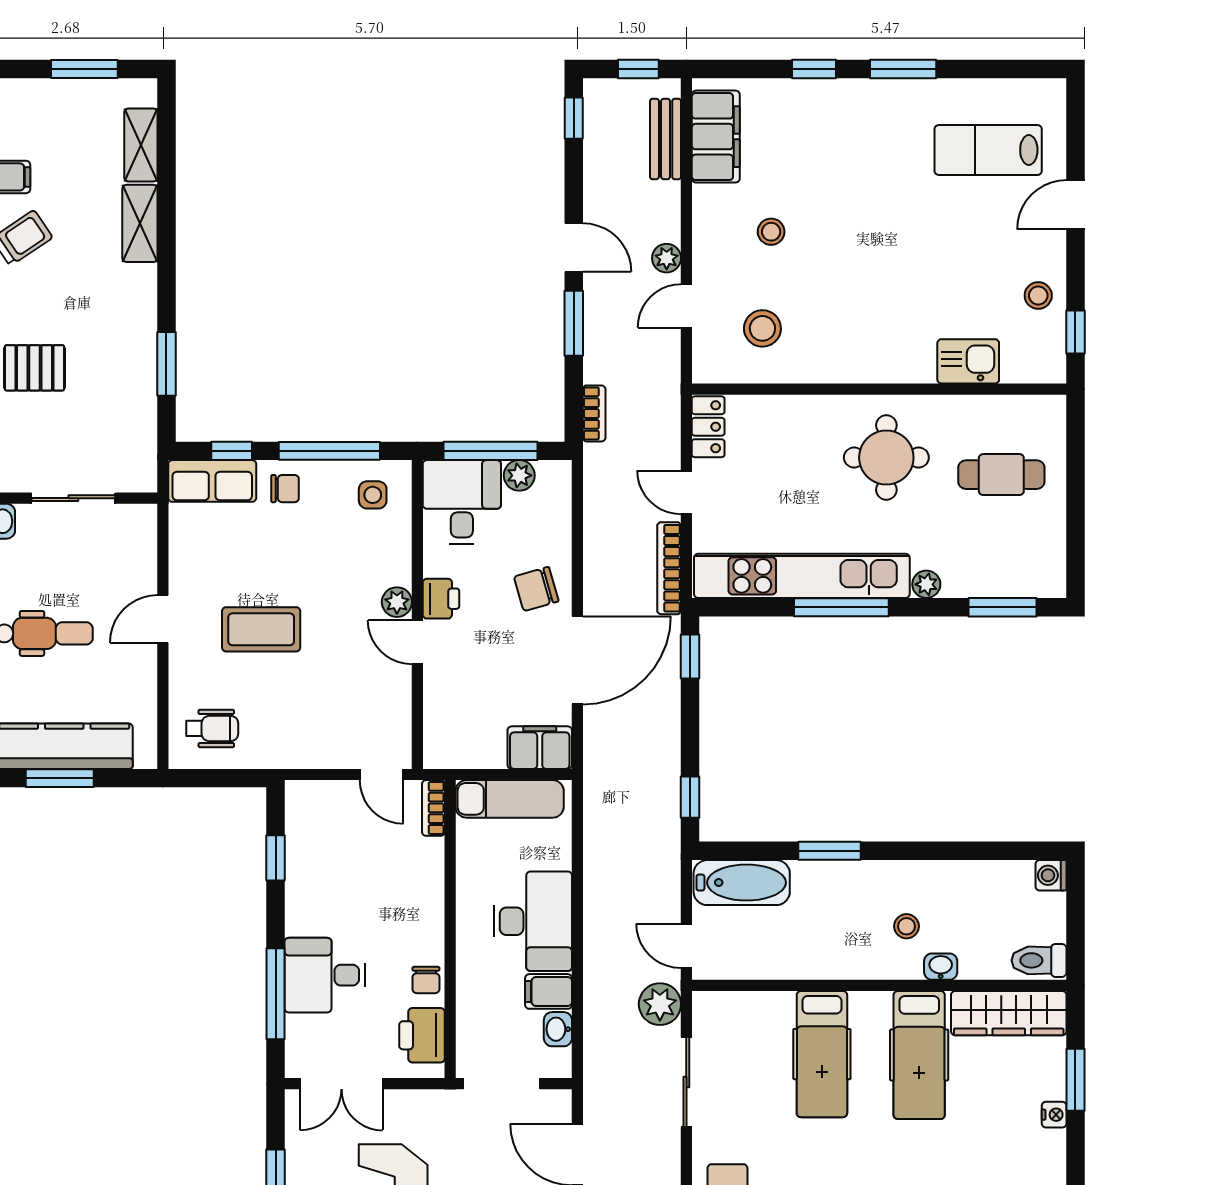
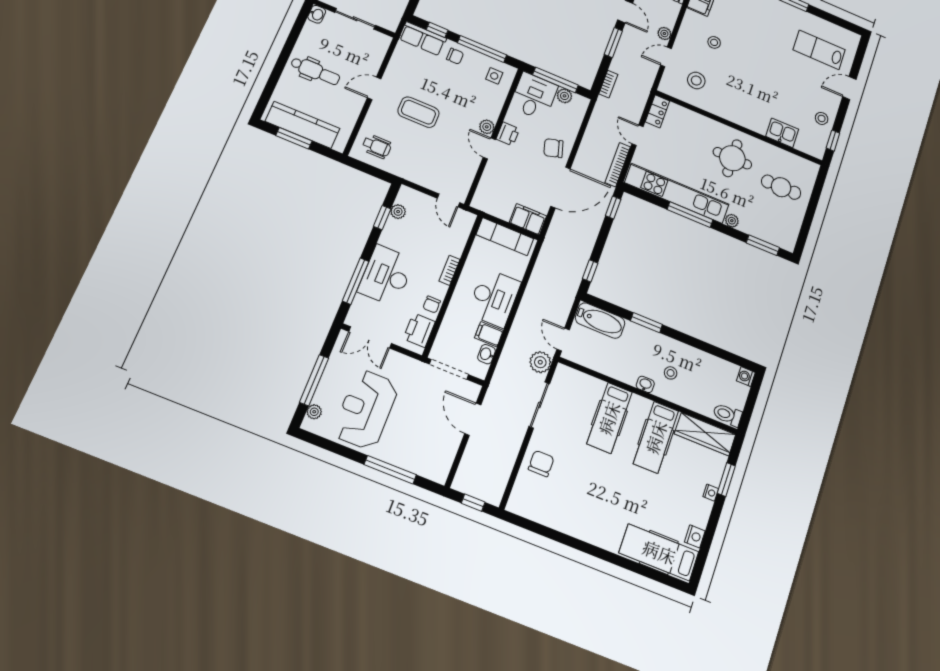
bookcase: (433, 808) -> (449, 270), moved
plant: (299, 835) -> (398, 212), added
washbasin: (941, 967) -> (645, 384), moved
desk: (325, 975) -> (386, 276), width x1.37

